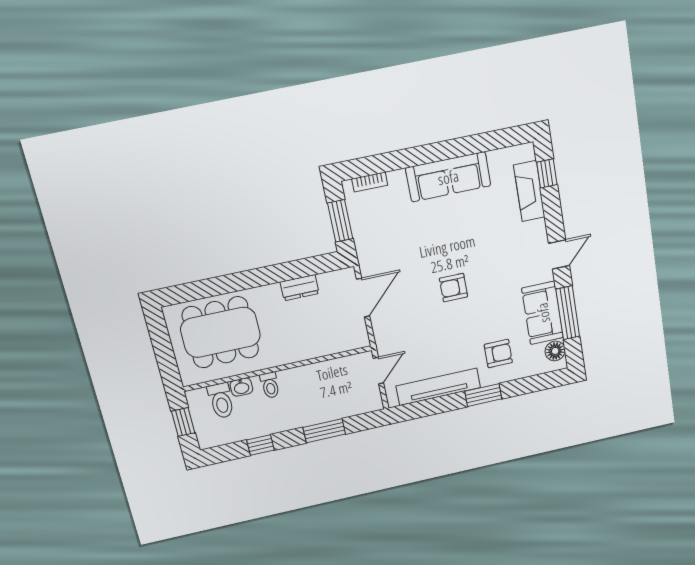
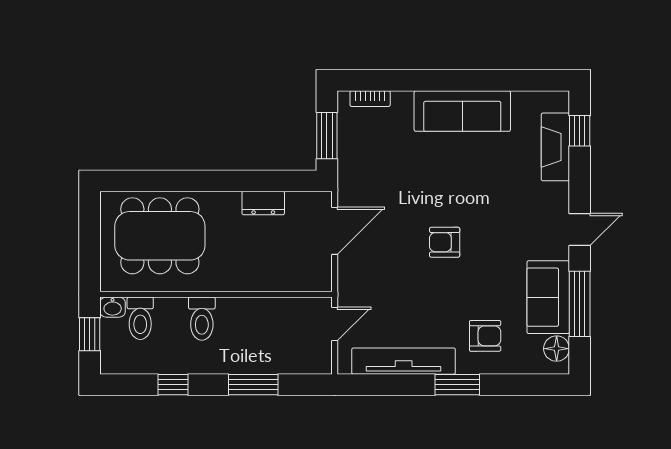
toilet: (270, 385) -> (202, 319), width x1.37, depth x1.39
washbasin: (241, 387) -> (113, 307), moved

